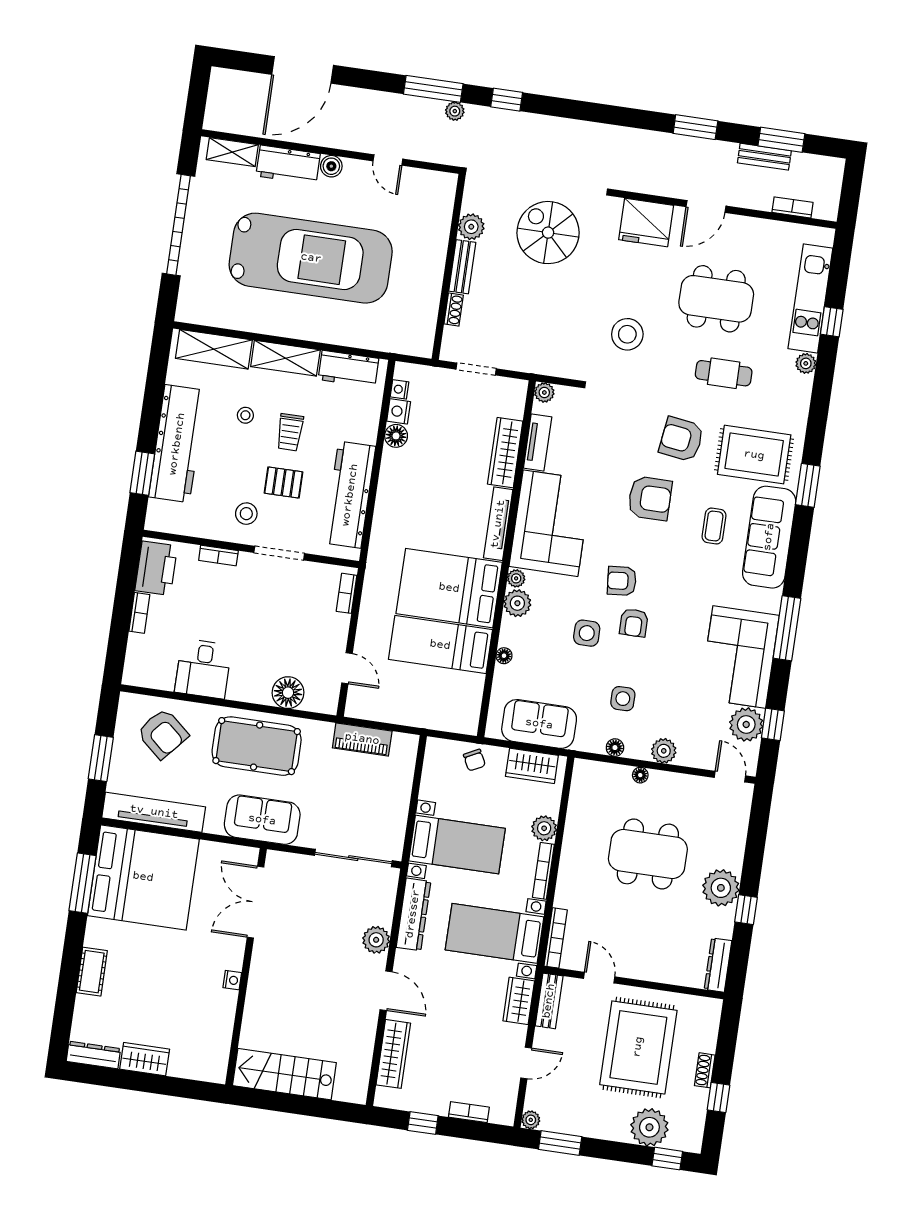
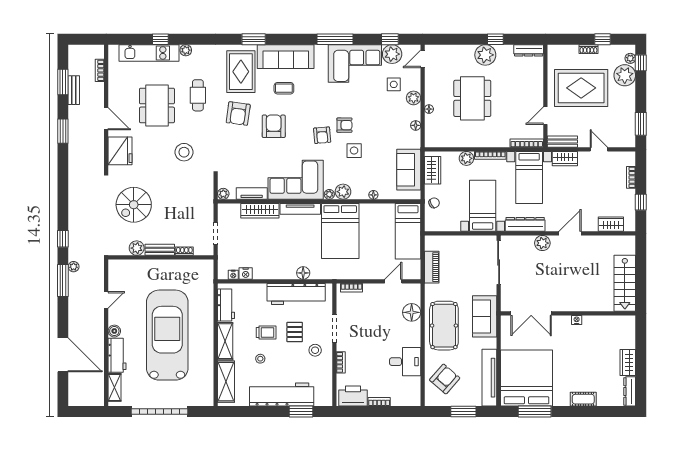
floor lamp: (396, 436) -> (303, 273), moved
bed: (440, 645) -> (408, 231), moved
side table: (623, 699) -> (394, 84), moved
wardrobe: (393, 1054) -> (611, 224), width x0.67
plant: (531, 1120) -> (630, 58), moved

